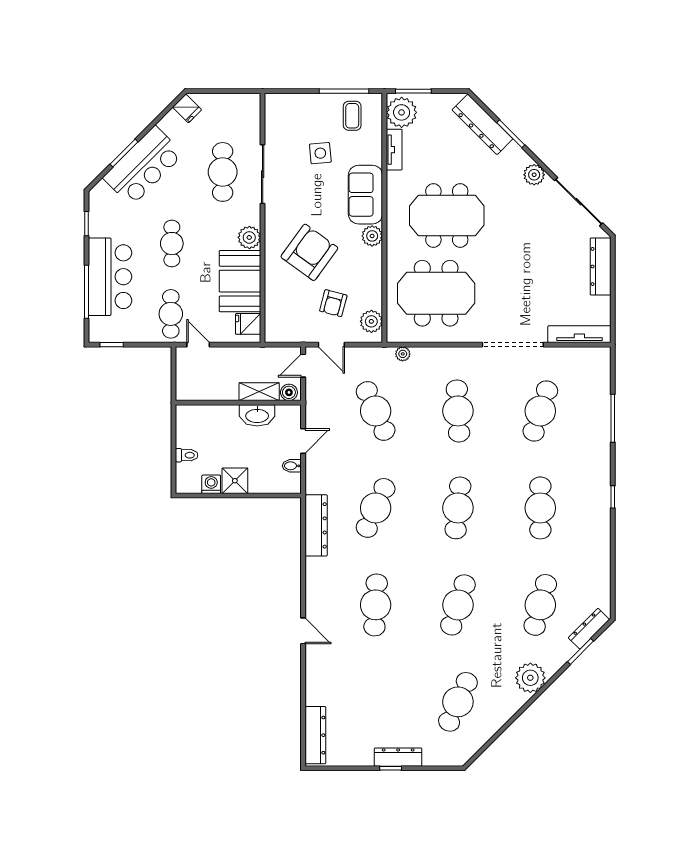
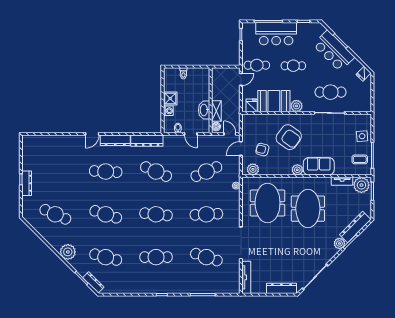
side table: (320, 153) -> (362, 136), moved
plant: (534, 175) -> (339, 243), moved
washing machine: (211, 484) -> (168, 111), moved
dresser: (315, 735) -> (115, 140), moved

